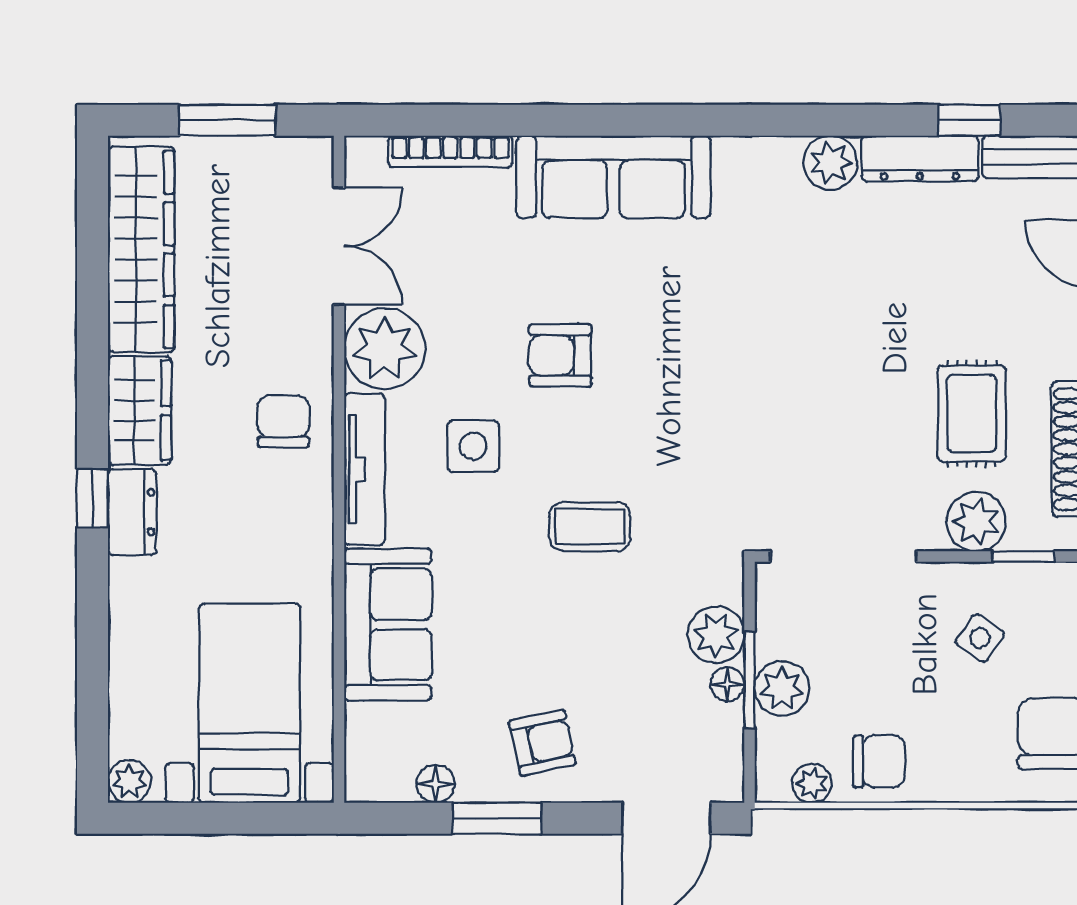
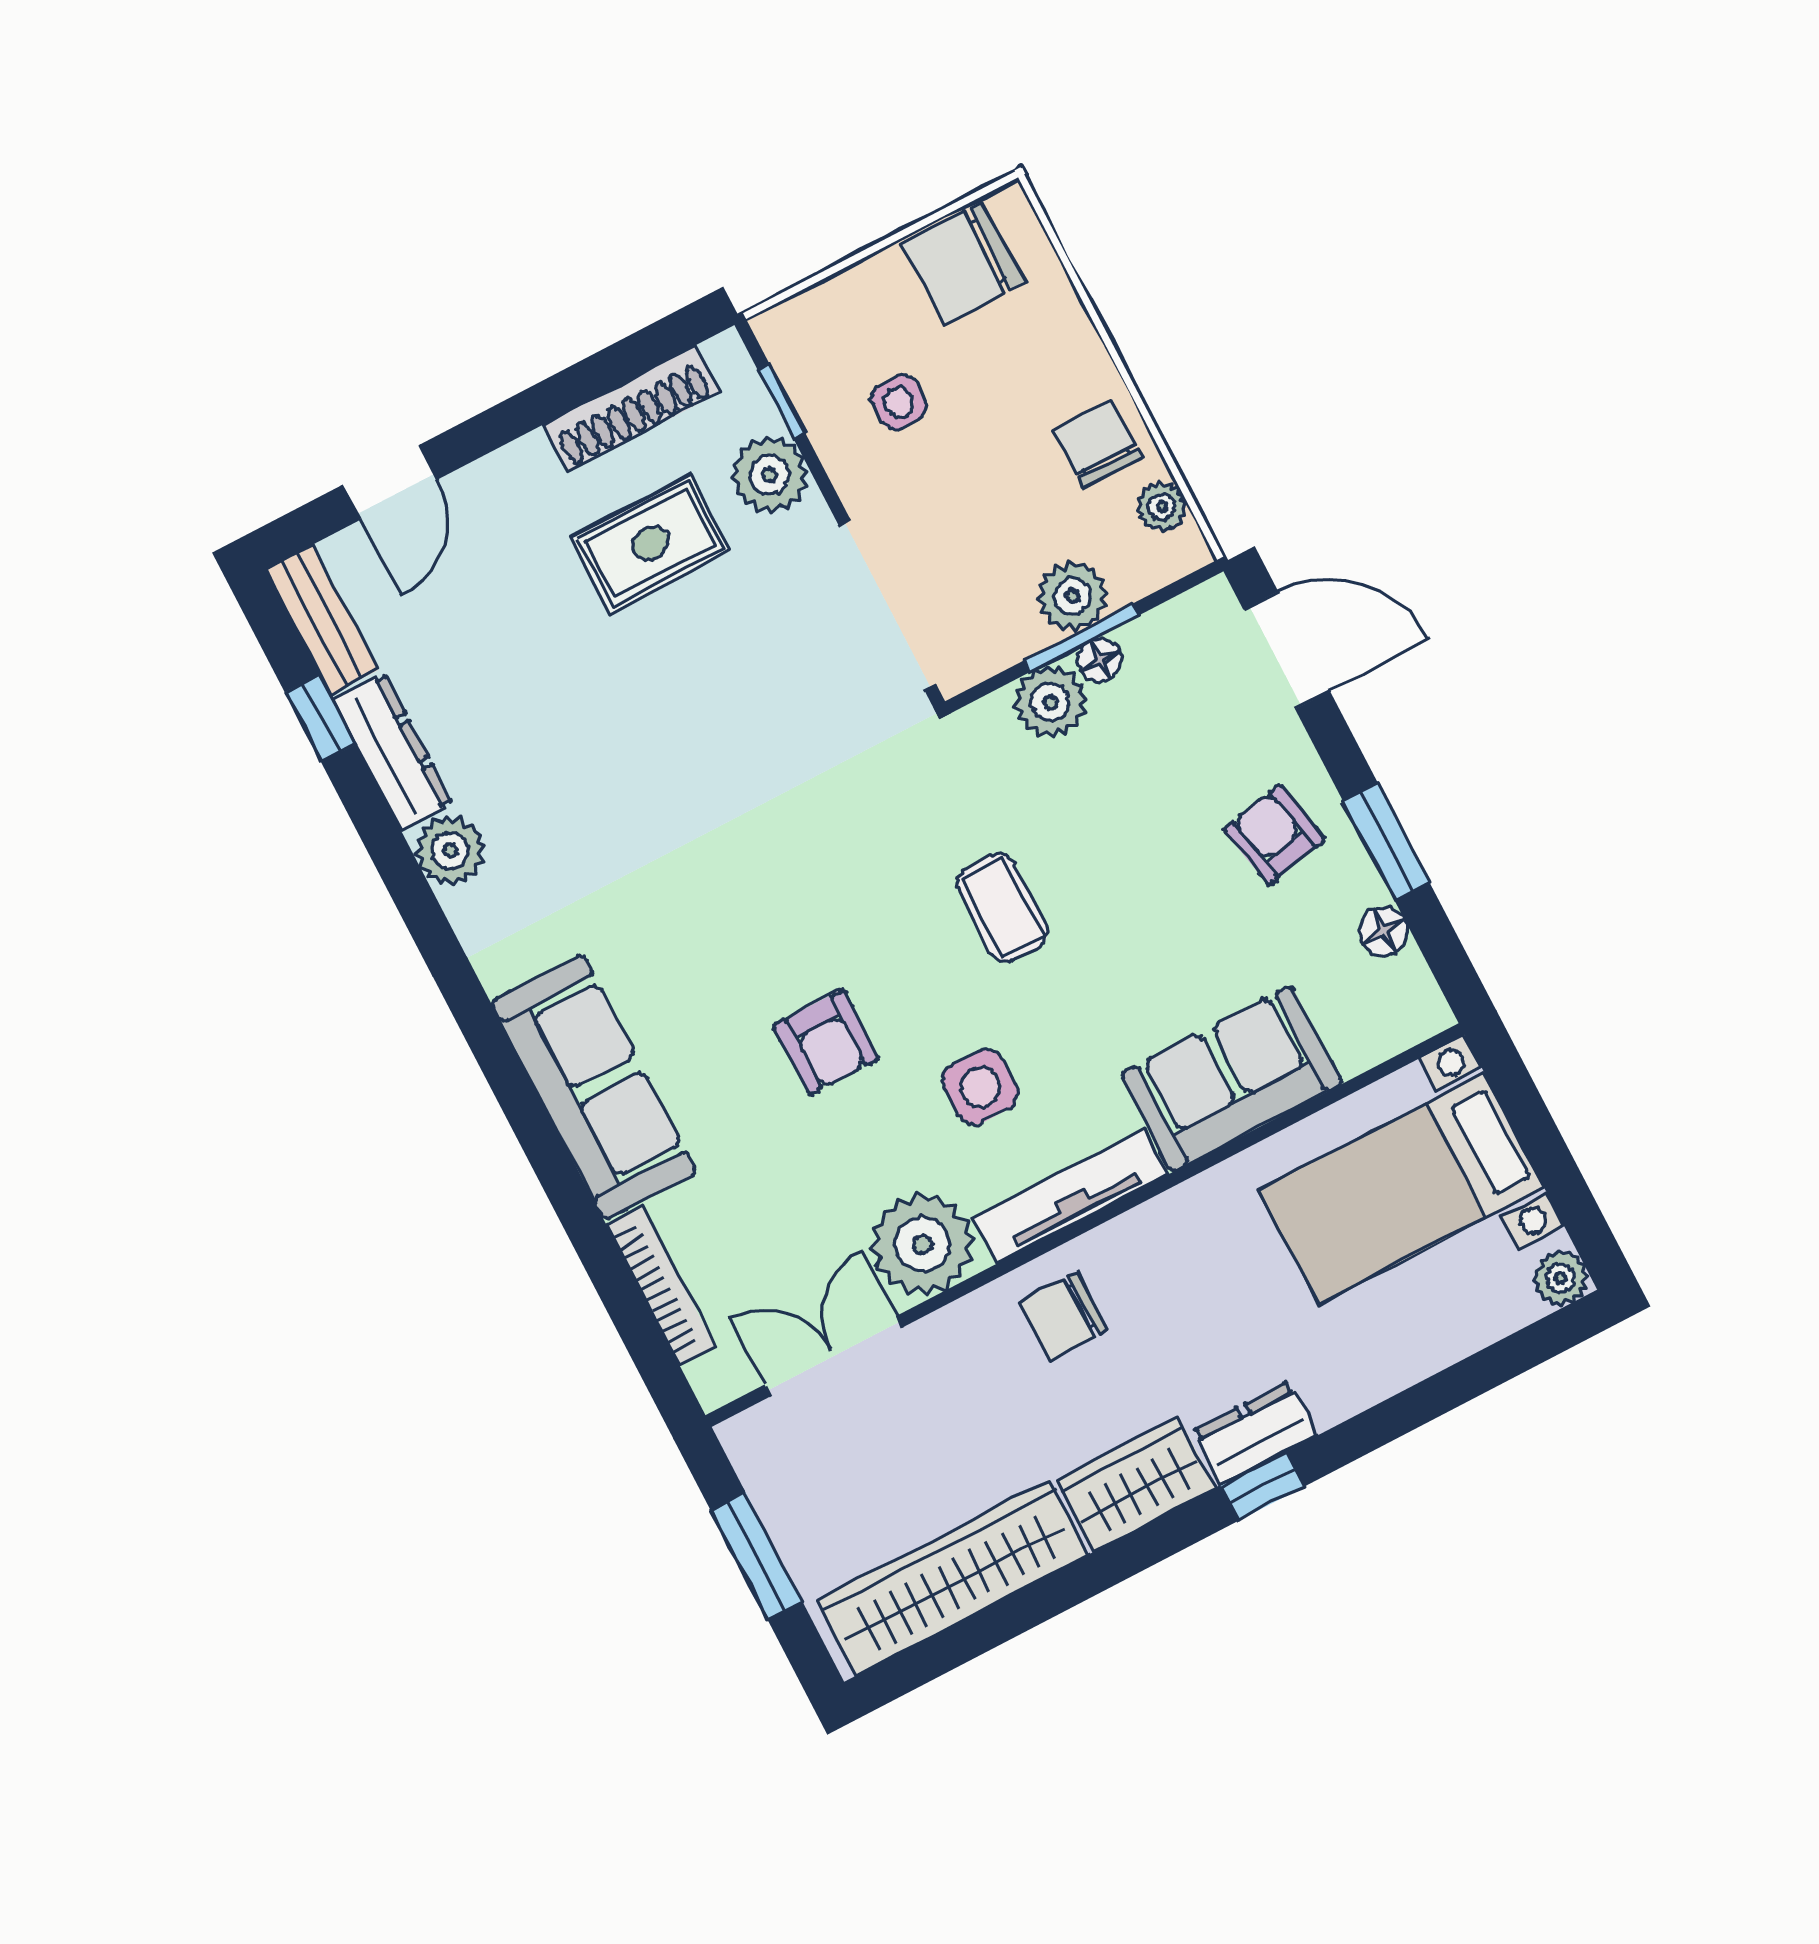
side table: (980, 638) -> (899, 402), turned -35

